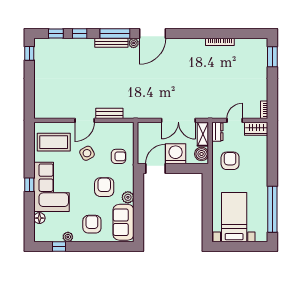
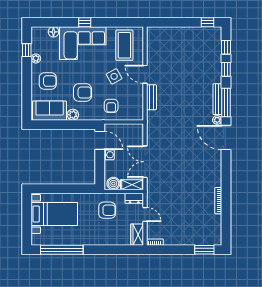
washing machine: (176, 154) -> (109, 155), width x0.53, depth x0.53

